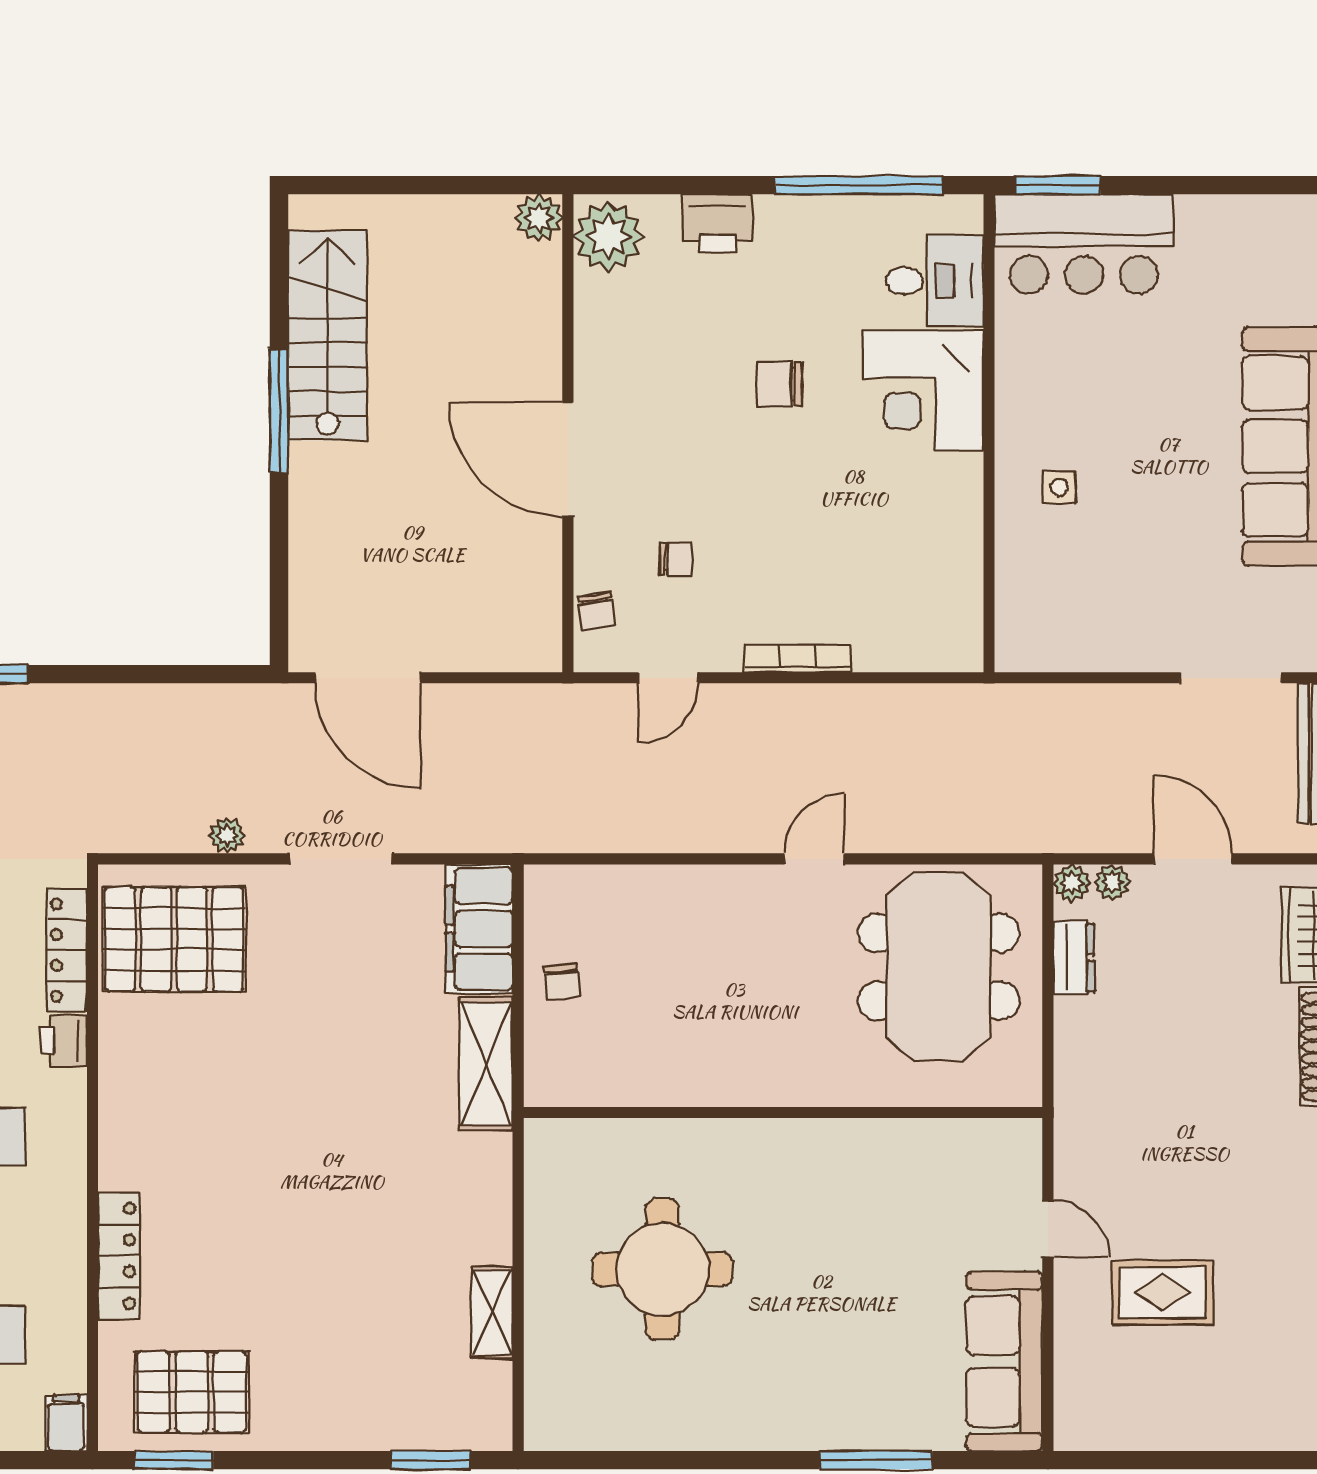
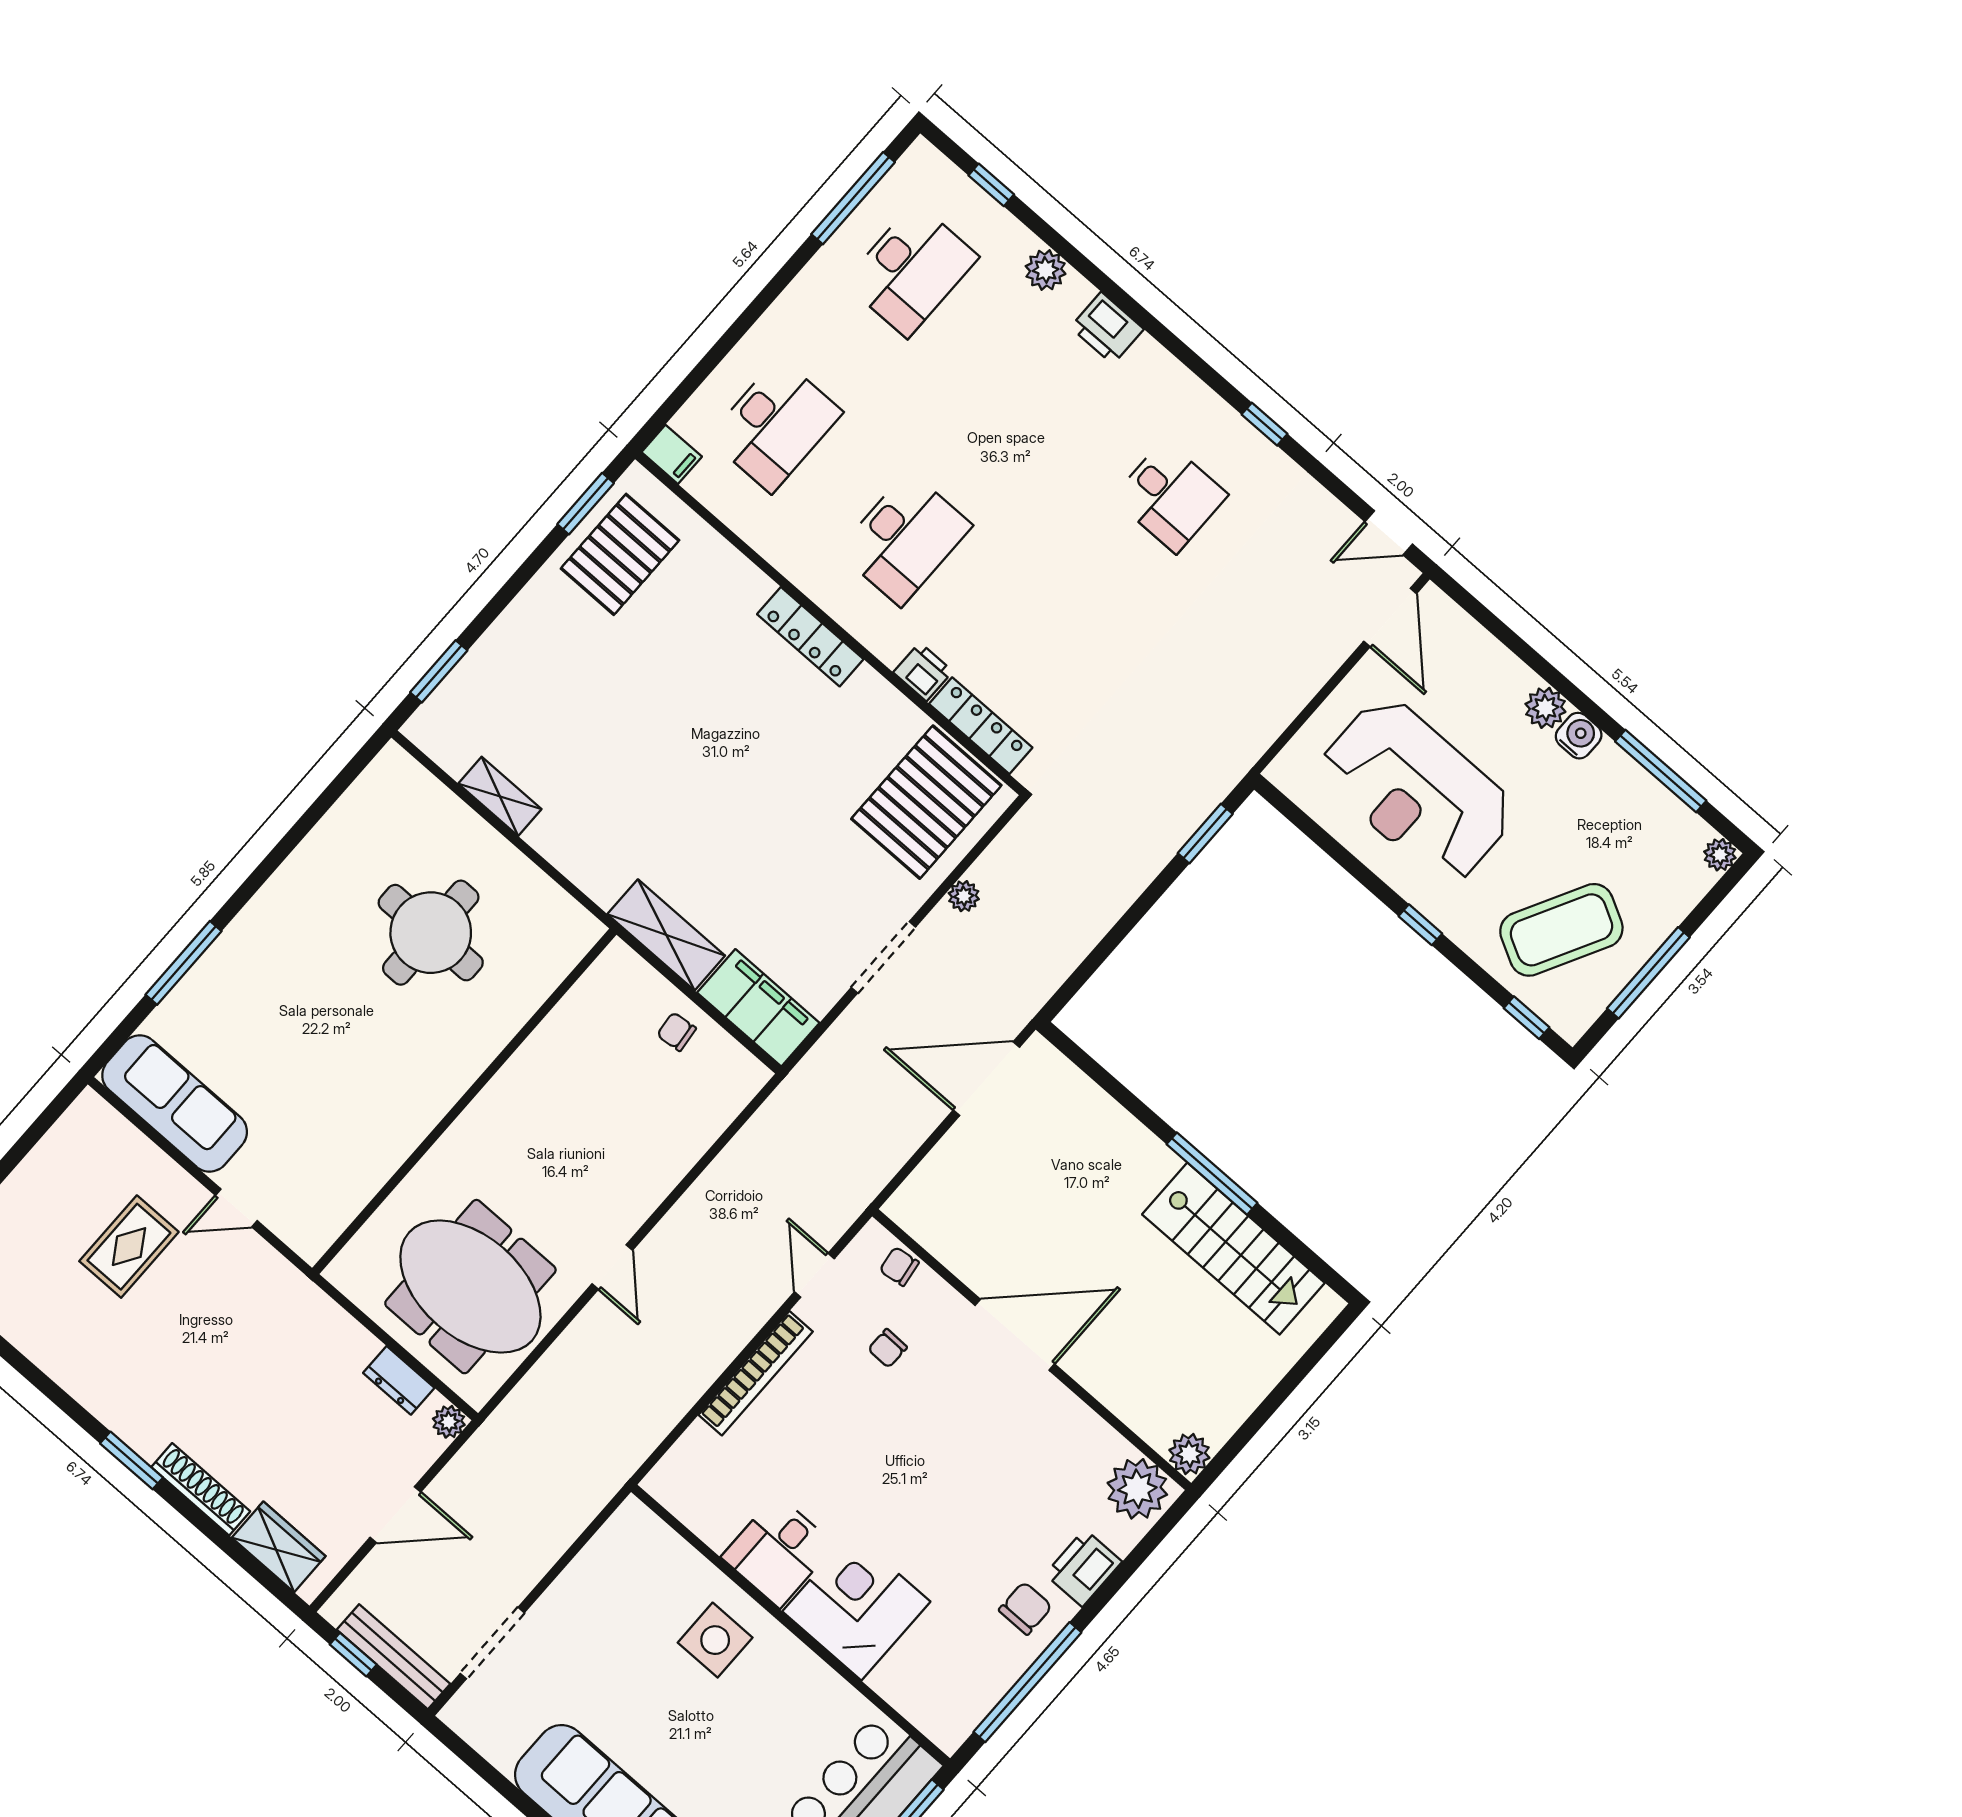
desk: (934, 281) -> (778, 1551), moved
chair: (779, 384) -> (1025, 1608), moved
side table: (1059, 487) -> (715, 1640), width x1.87, depth x1.87
bookcase: (798, 659) -> (756, 1373), width x1.48, depth x1.31
plant: (1112, 882) -> (427, 1449), removed
locker: (119, 1256) -> (810, 637), moved

